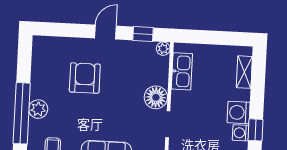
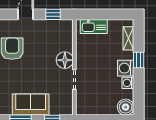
plant: (163, 49) -> (68, 24), removed
kitchen sink: (182, 71) -> (94, 27), moved, turned 90
window: (256, 130) -> (139, 60), moved

